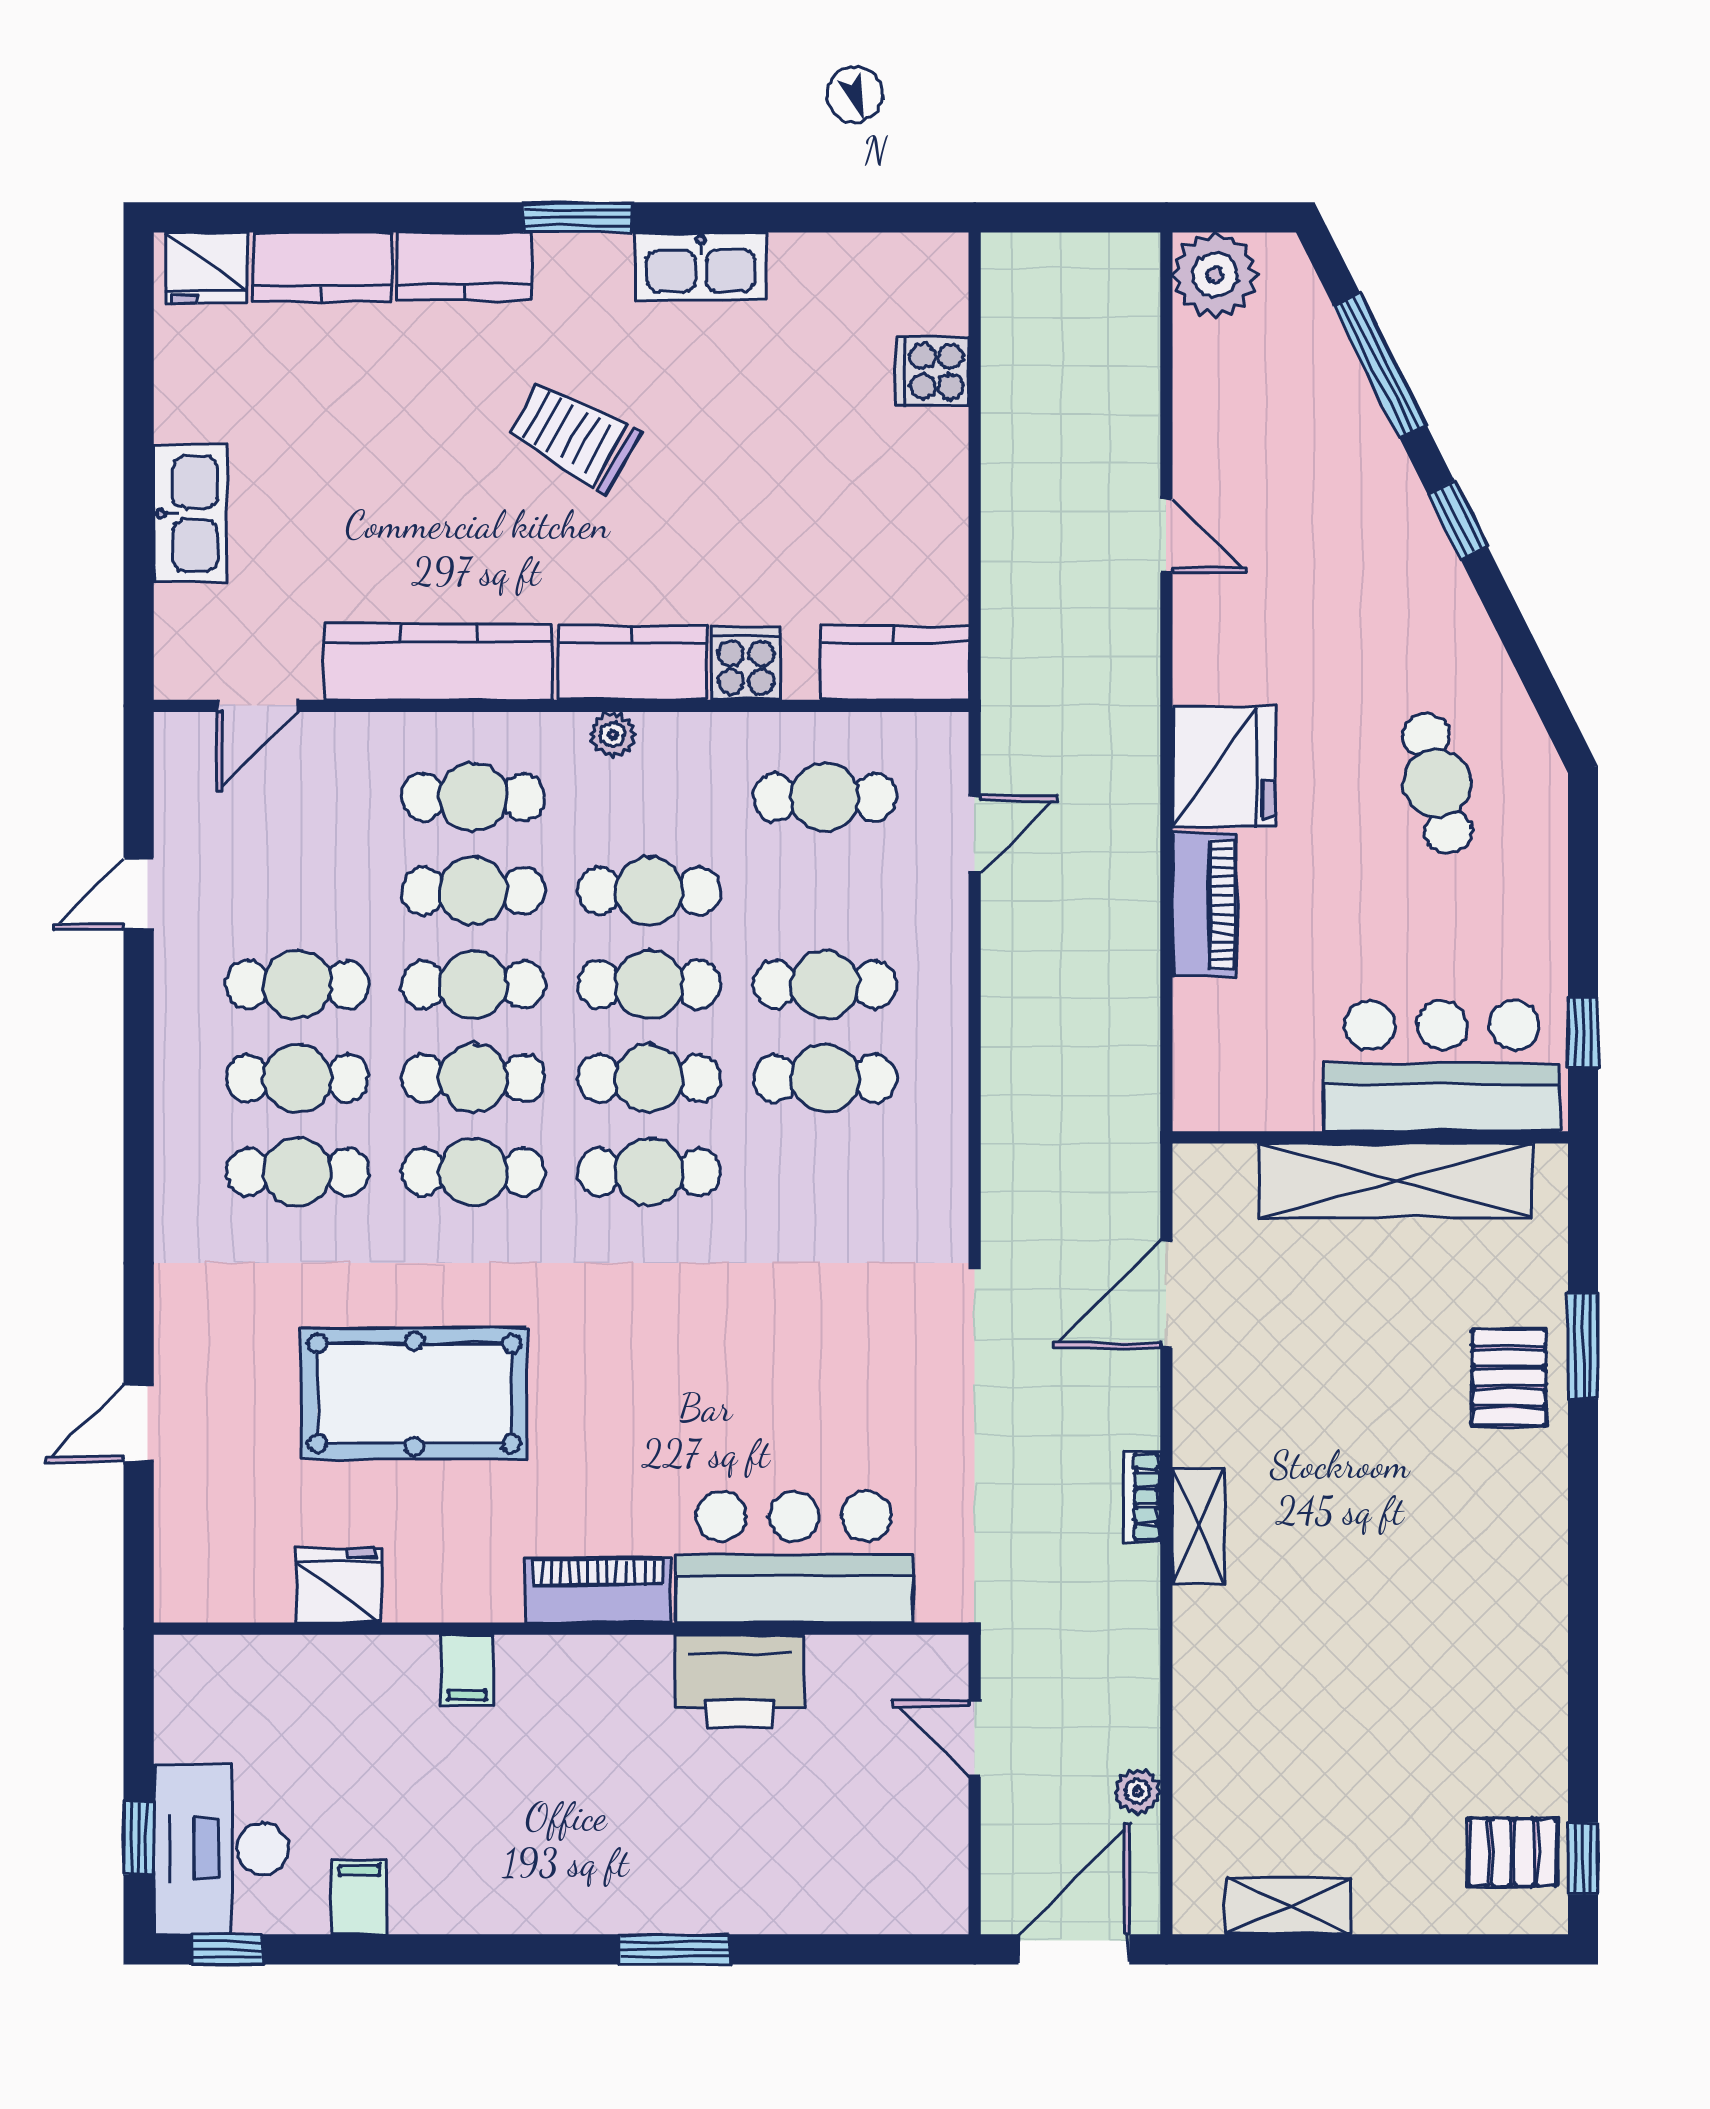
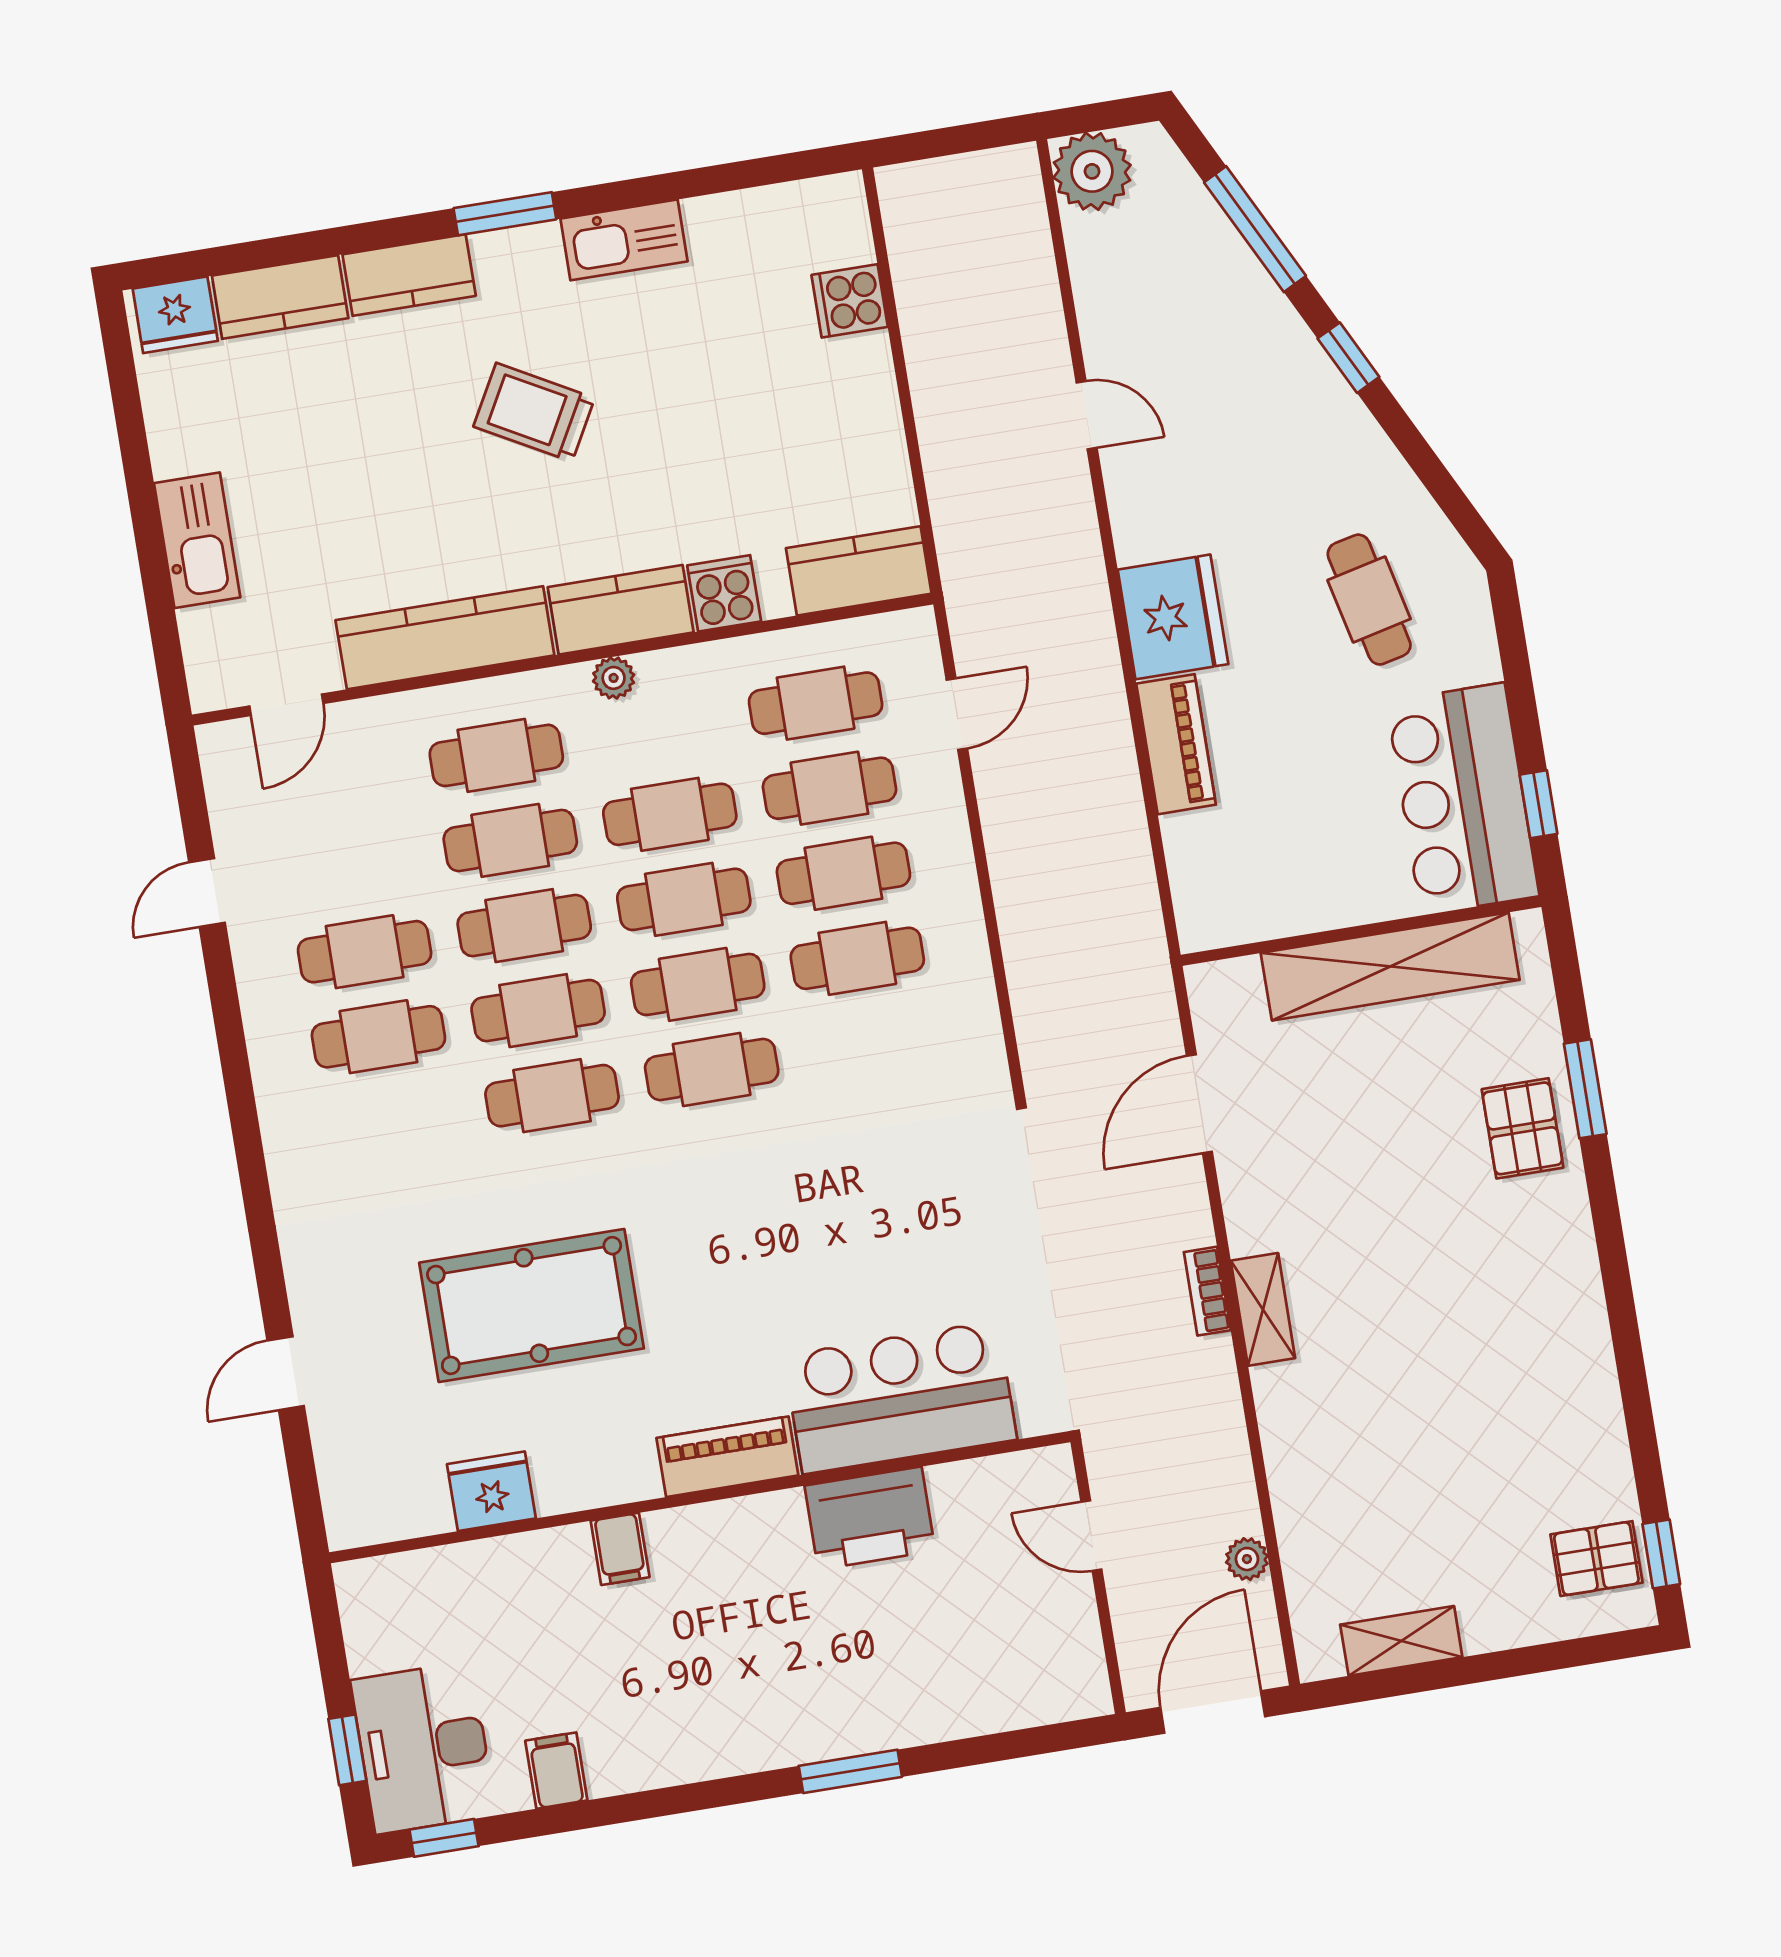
bar counter: (1442, 1066) -> (1463, 799), moved, turned -90
cafe table: (297, 1172) -> (829, 788), moved

